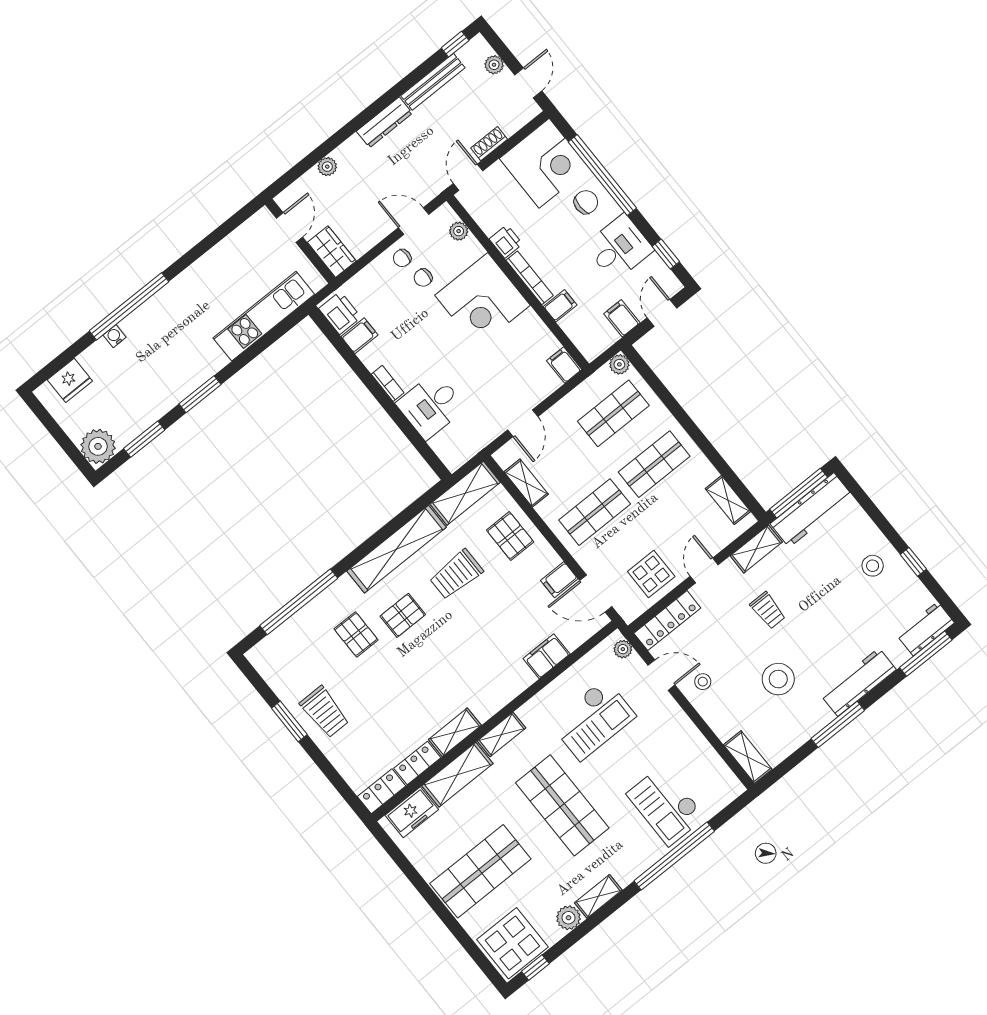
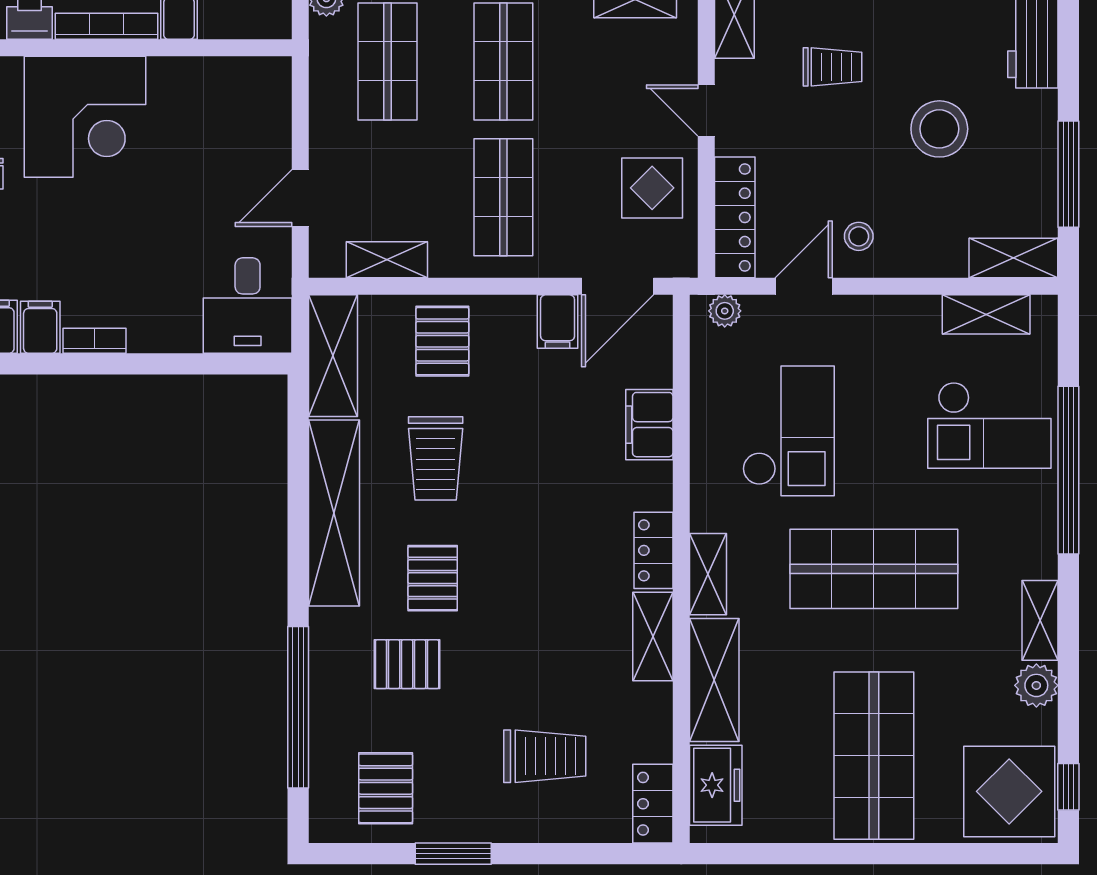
filing cabinet: (564, 365) -> (40, 327), moved, turned 90
desk: (431, 406) -> (248, 306), moved
door: (523, 423) -> (300, 198), swing flipped
pallet: (510, 536) -> (442, 341), turned 90
pallet: (294, 669) -> (386, 788), added
trolley: (324, 712) -> (545, 756), moved
window: (838, 724) -> (1068, 174), moved
locker: (417, 763) -> (654, 550), moved
shelving: (713, 765) -> (986, 314), added

